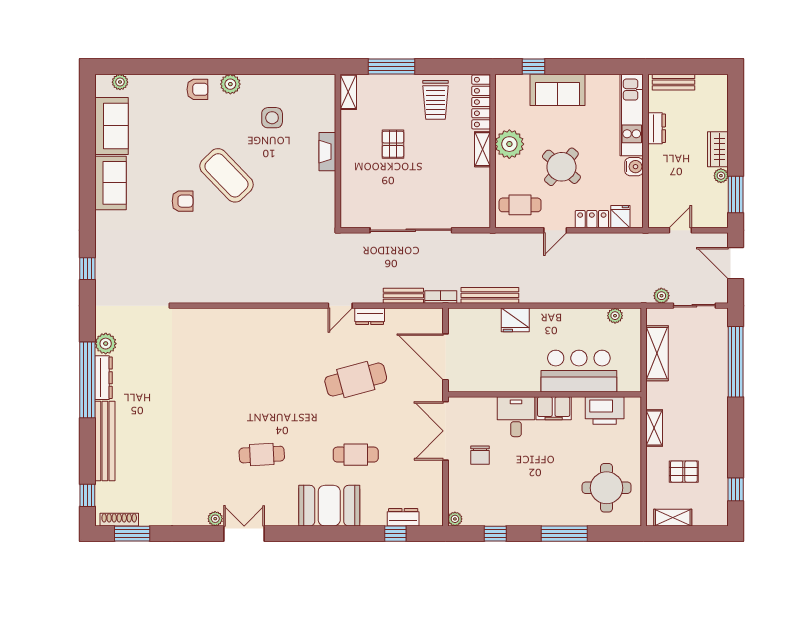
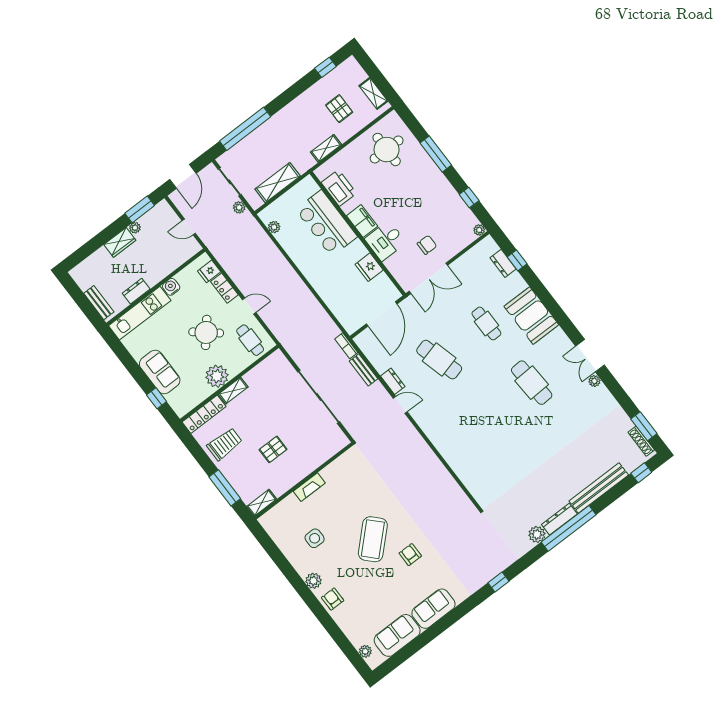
bench: (490, 295) -> (322, 316), removed
fridge: (515, 320) -> (369, 267), moved, turned 180
cafe table: (262, 455) -> (532, 383), width x1.37, depth x1.35

